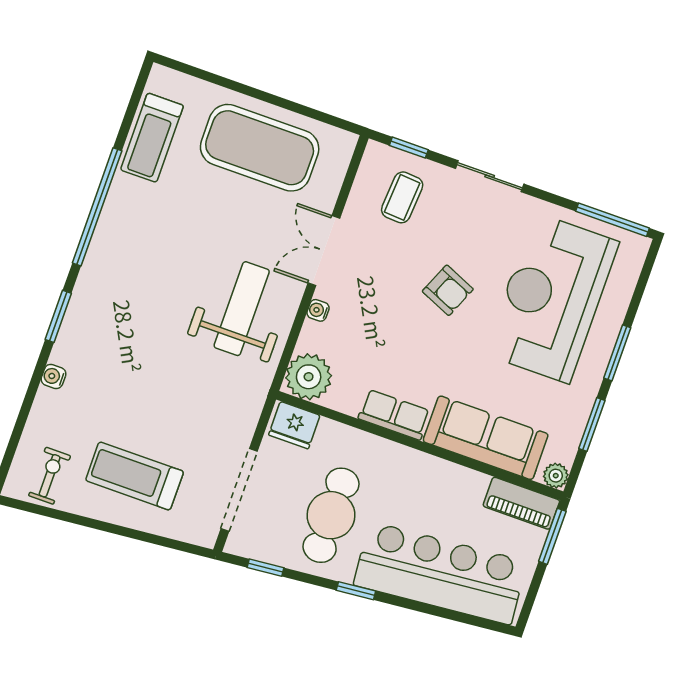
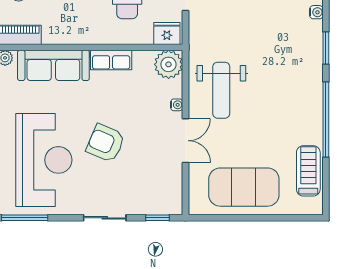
coffee table: (402, 197) -> (151, 188), removed
armchair: (448, 290) -> (106, 143), width x1.38, depth x1.38

